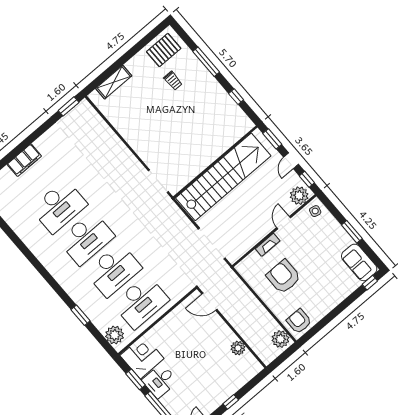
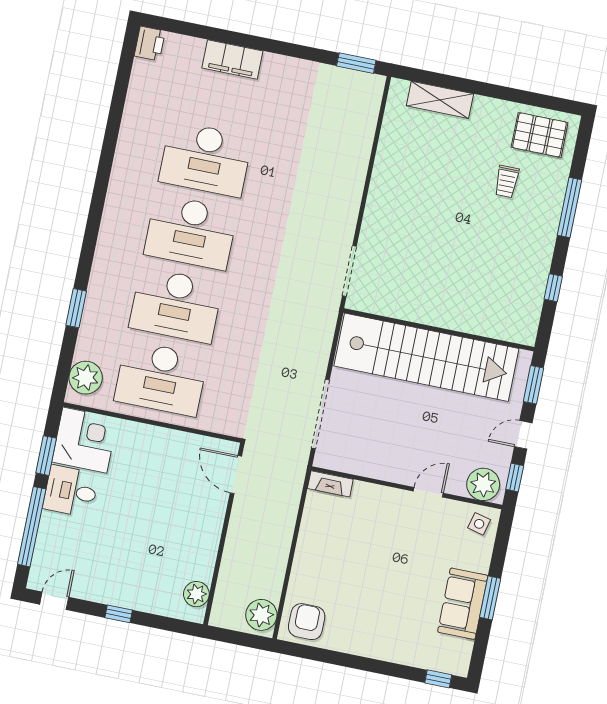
fireplace: (268, 245) -> (330, 484), moved
sofa: (359, 262) -> (463, 604), moved
armchair: (283, 277) -> (352, 551), removed
plant: (238, 348) -> (196, 594), moved

